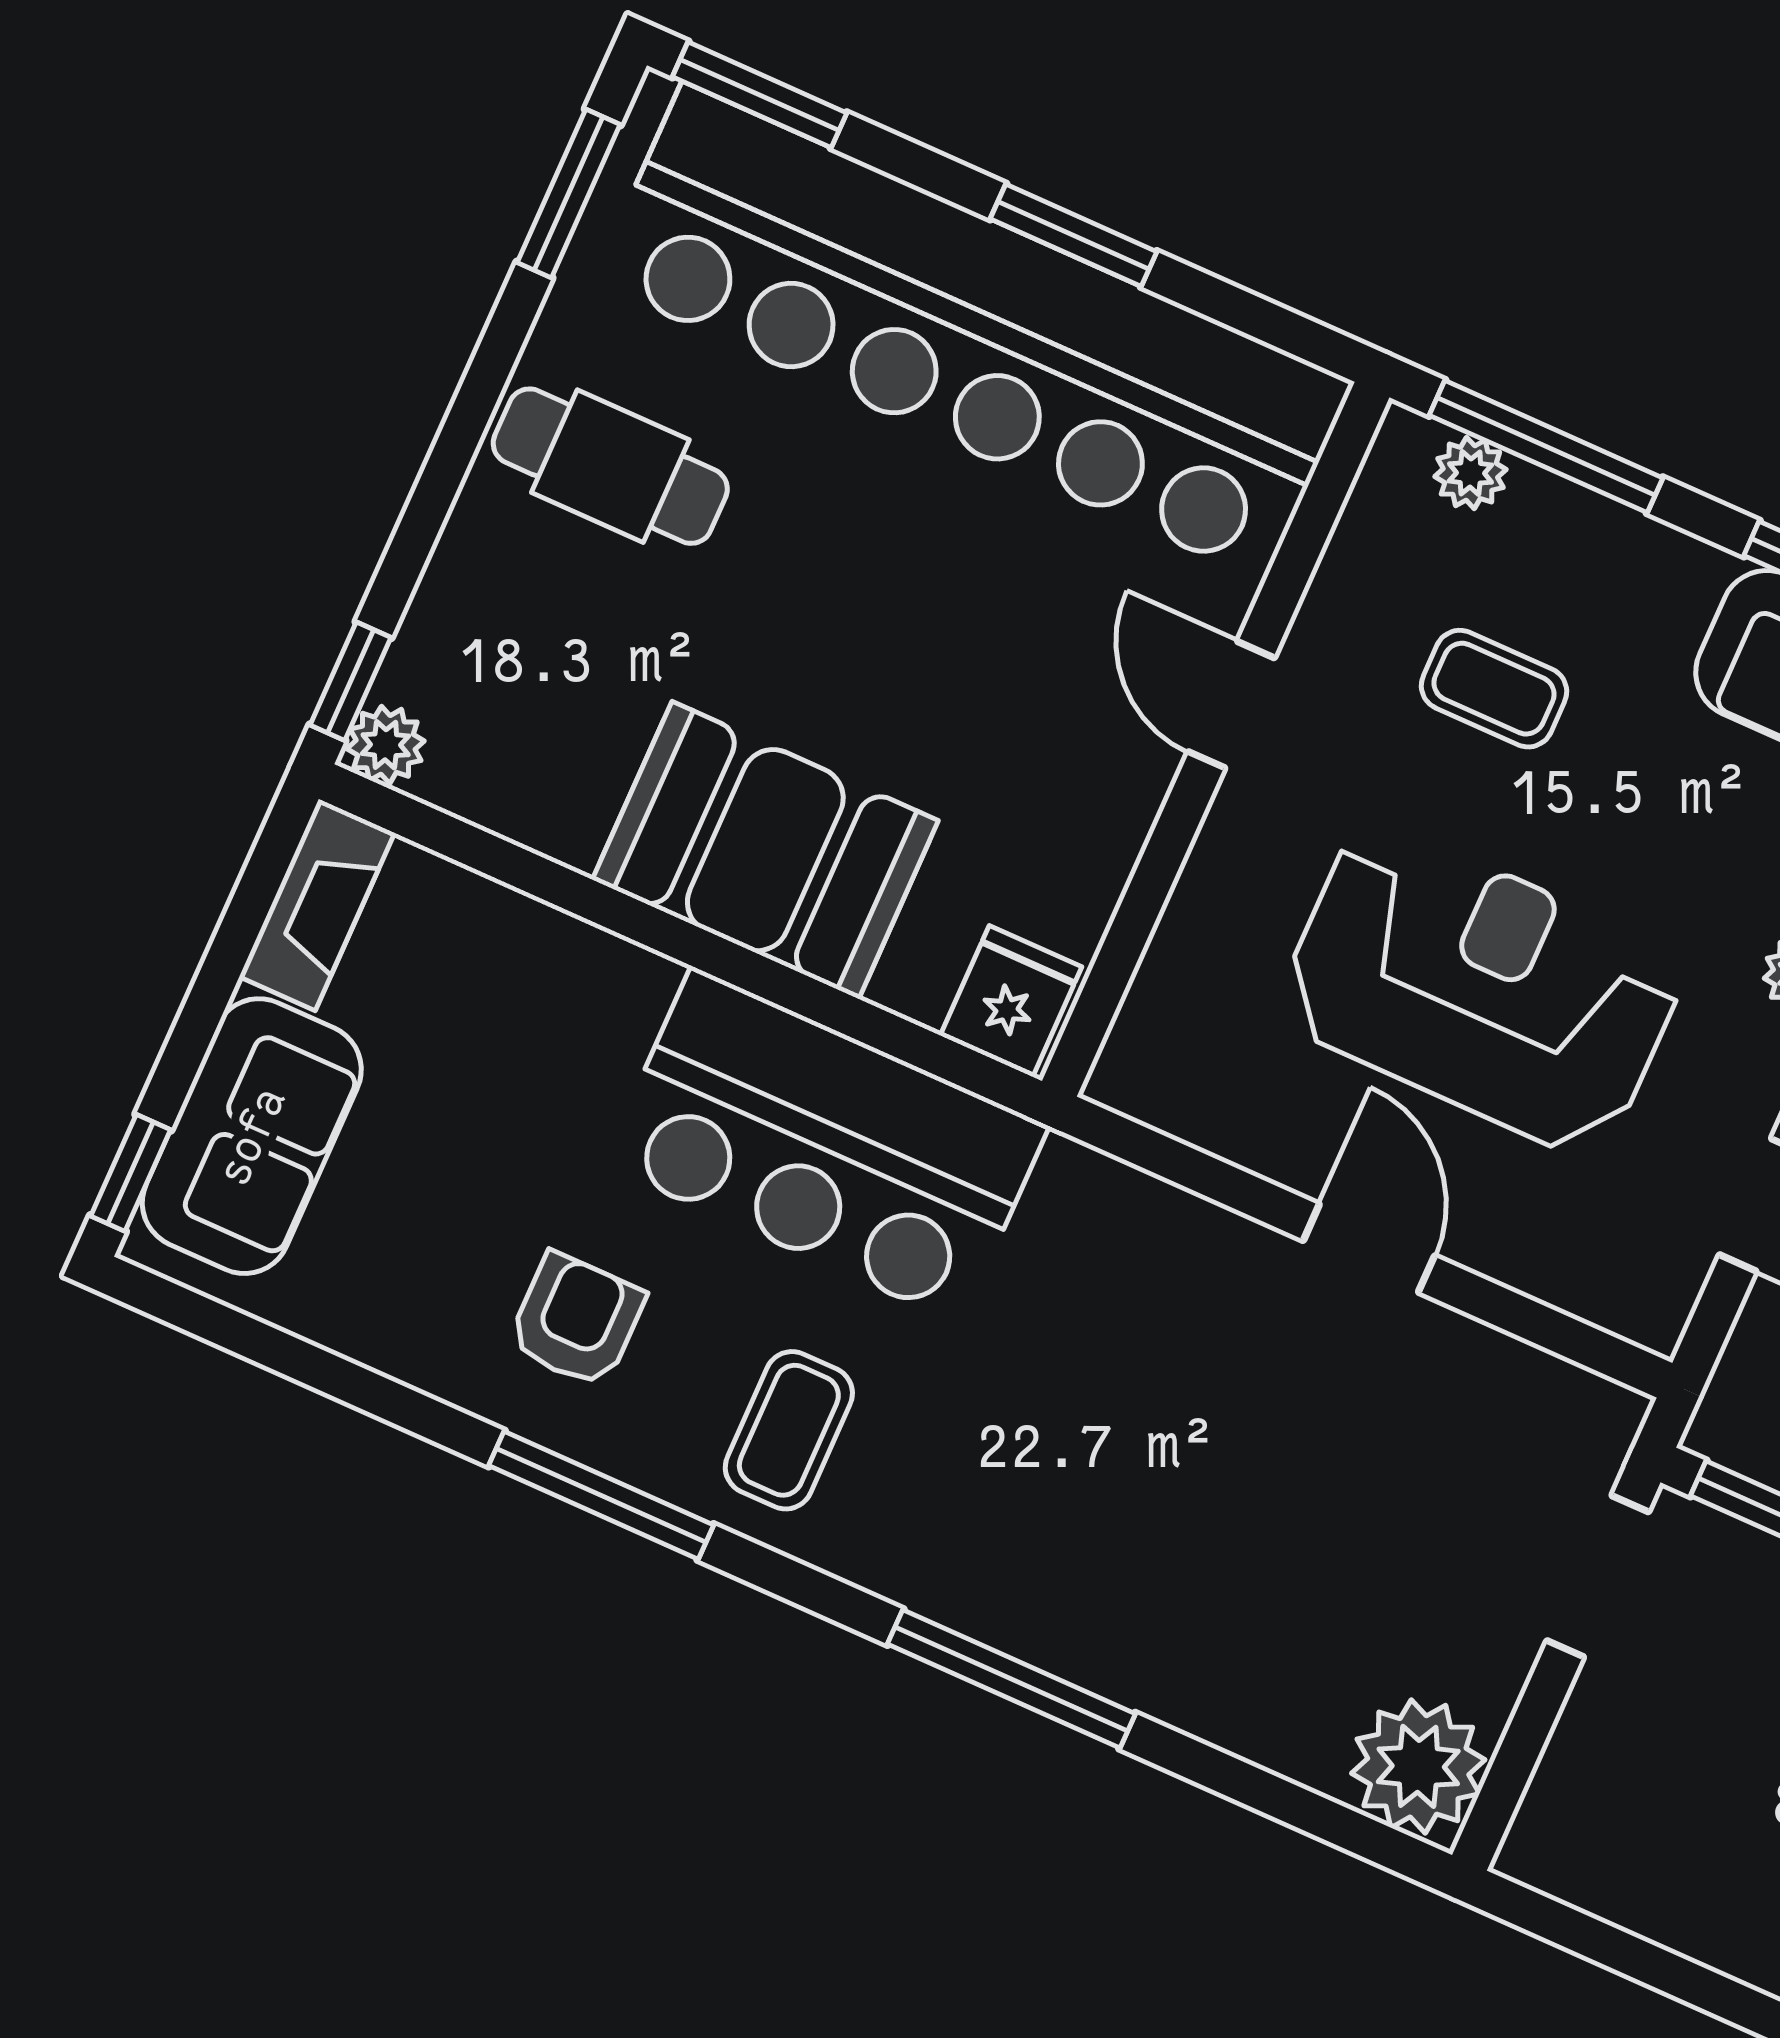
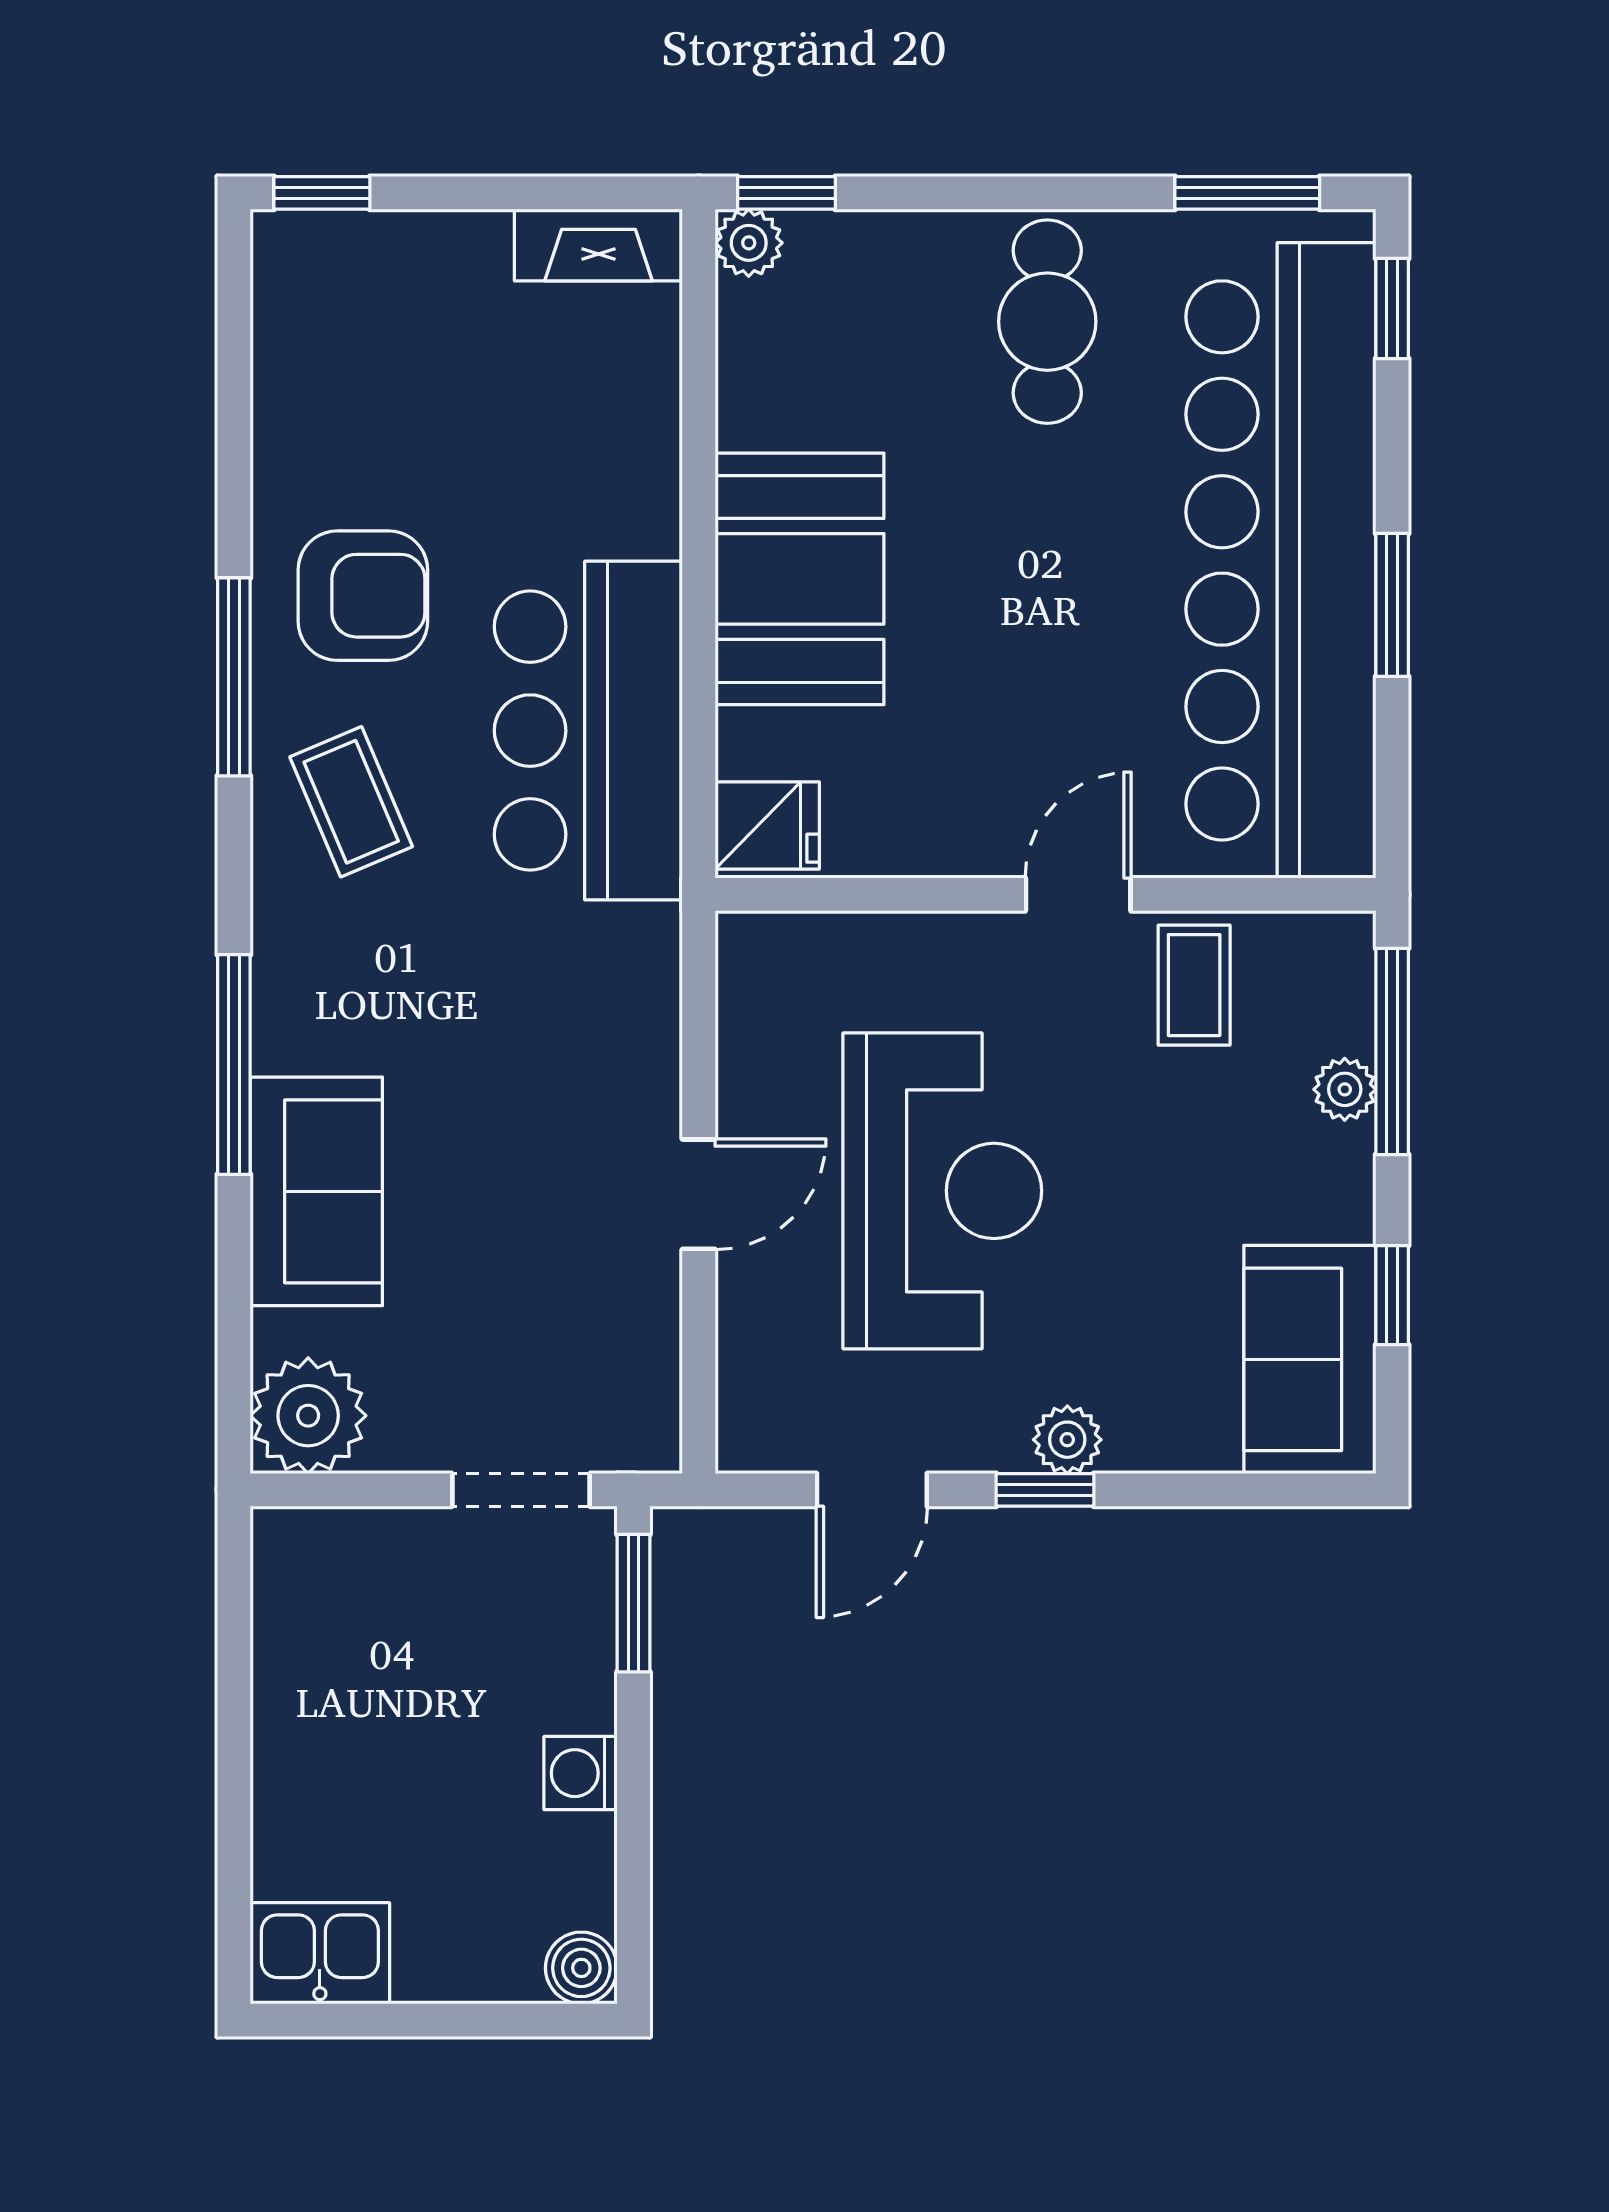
window: (760, 95) -> (1392, 308), width x0.67
plant: (1470, 473) -> (1345, 1089), moved
coffee table: (1494, 689) -> (1194, 985), moved
sofa: (252, 1136) -> (316, 1191), moved, turned -90
armchair: (576, 1320) -> (363, 596), width x1.38, depth x1.38
coffee table: (789, 1430) -> (351, 802), turned 67

